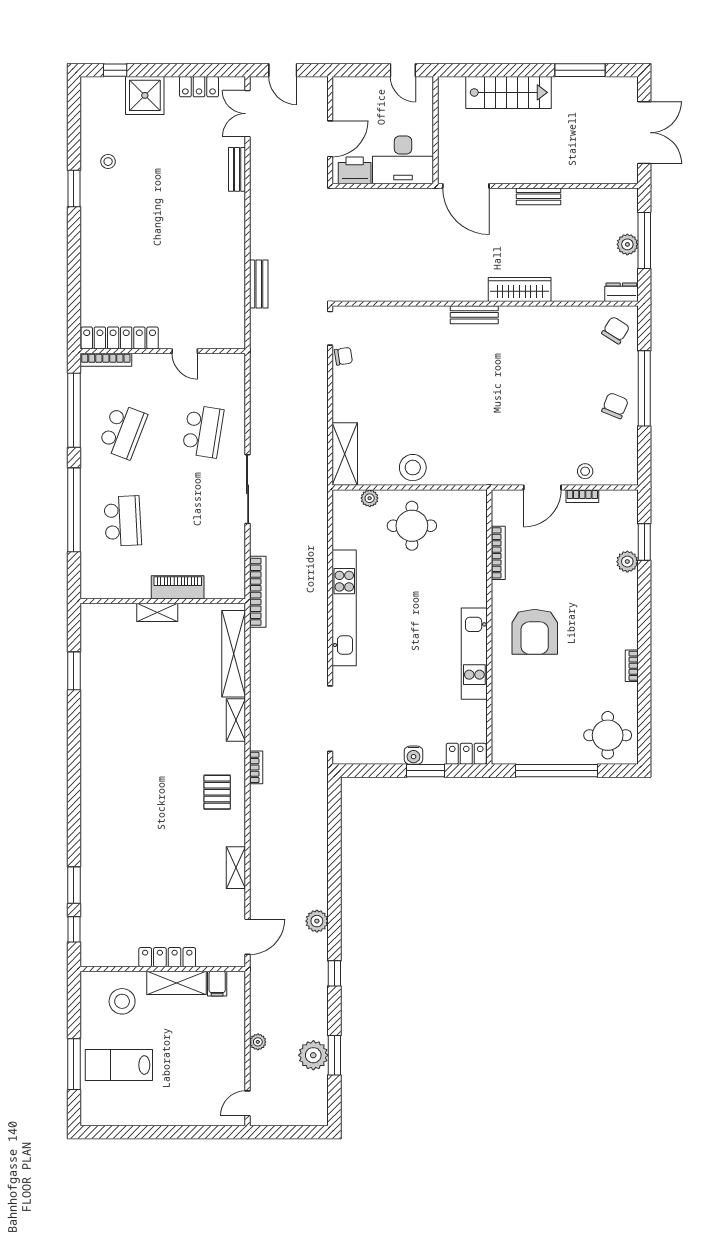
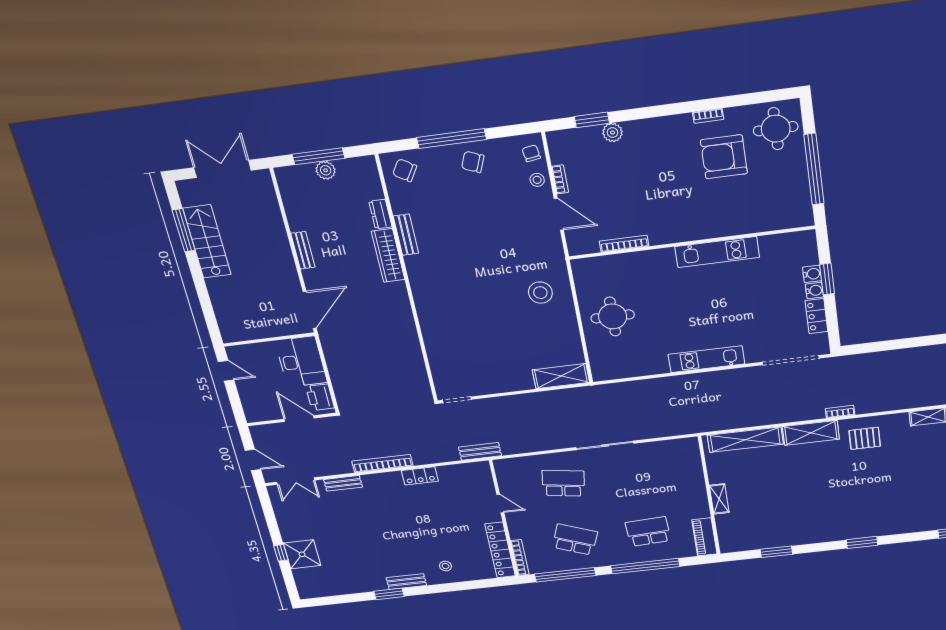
window: (115, 70) -> (281, 553), moved
door: (283, 70) -> (253, 460), hinge flipped
door: (403, 70) -> (226, 371), hinge flipped
locker: (199, 87) -> (420, 476), moved, turned 90
stairs: (508, 92) -> (207, 242), moved
stool: (108, 162) -> (446, 566), moved
bench: (89, 214) -> (406, 582), added
bench: (259, 284) -> (480, 451), moved
dresser: (621, 292) -> (380, 214), moved
bench: (474, 315) -> (406, 235), moved
door: (185, 351) -> (500, 504), hinge flipped
chair: (343, 356) -> (531, 153), moved
stool: (413, 468) -> (540, 293), moved
plant: (370, 498) -> (595, 352), removed
piano: (178, 587) -> (704, 537), moved
bookcase: (258, 592) -> (382, 464), moved
kitchen unit: (344, 608) -> (706, 359), width x0.73
armchair: (535, 632) -> (724, 157), moved, turned 180
shelving: (236, 720) -> (811, 433), width x1.50, depth x1.33
locker: (466, 754) -> (816, 316), moved
water cooler: (434, 755) -> (812, 274), added
window: (74, 775) -> (862, 542), added

